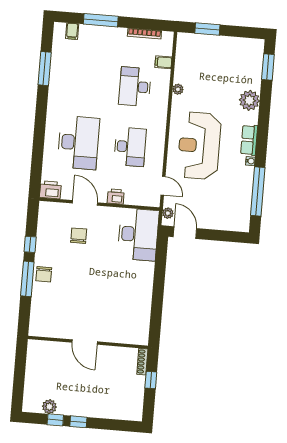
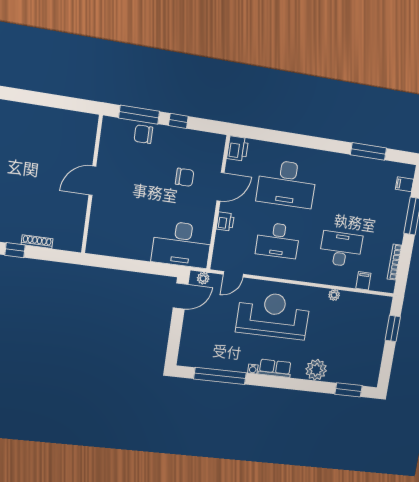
door: (85, 342) -> (92, 181), moved
wall: (88, 342) -> (92, 185), moved

